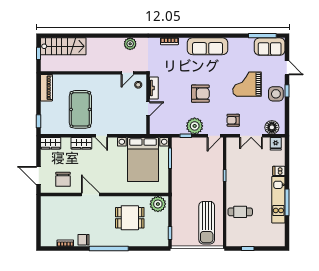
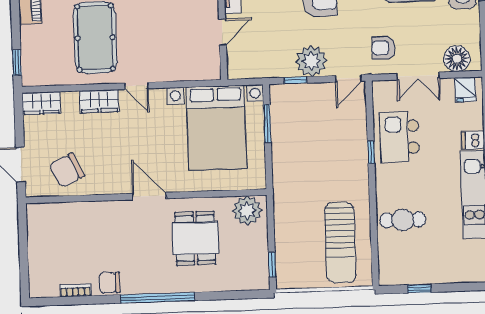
kitchen island: (240, 168) -> (400, 137), added
chair: (63, 179) -> (67, 170), turned 65
door: (90, 195) -> (149, 196), moved
dining table: (130, 218) -> (195, 238), turned 90

